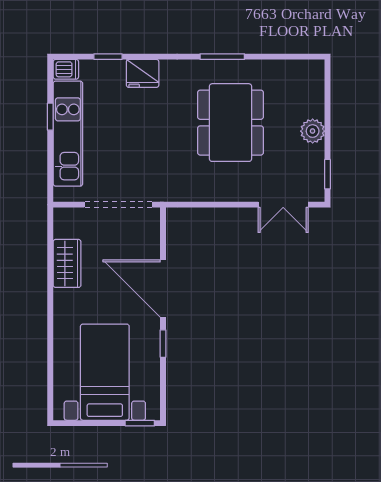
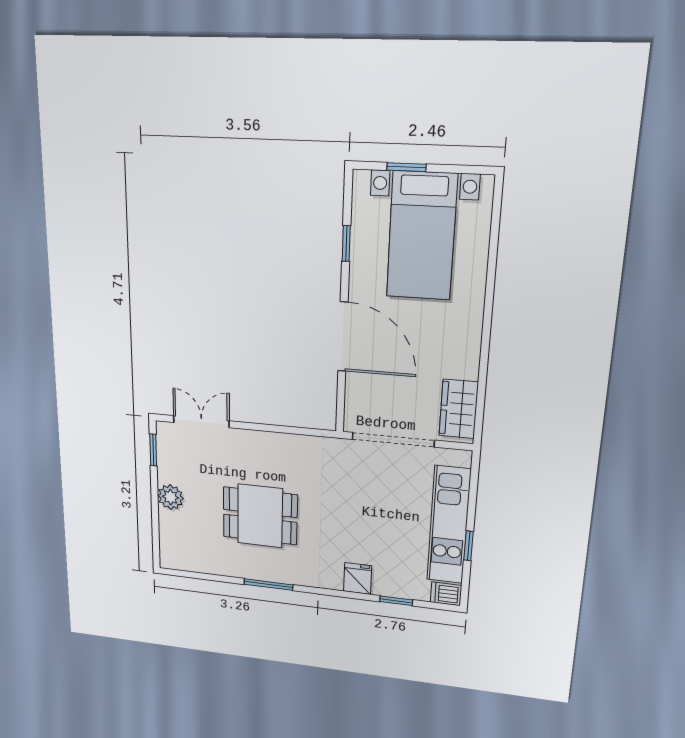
fridge: (143, 73) -> (358, 579), width x0.72
dining table: (231, 123) -> (260, 516), width x0.73
wardrobe: (67, 263) -> (459, 409), moved
window: (163, 344) -> (346, 243), moved
window: (140, 423) -> (406, 167), moved

